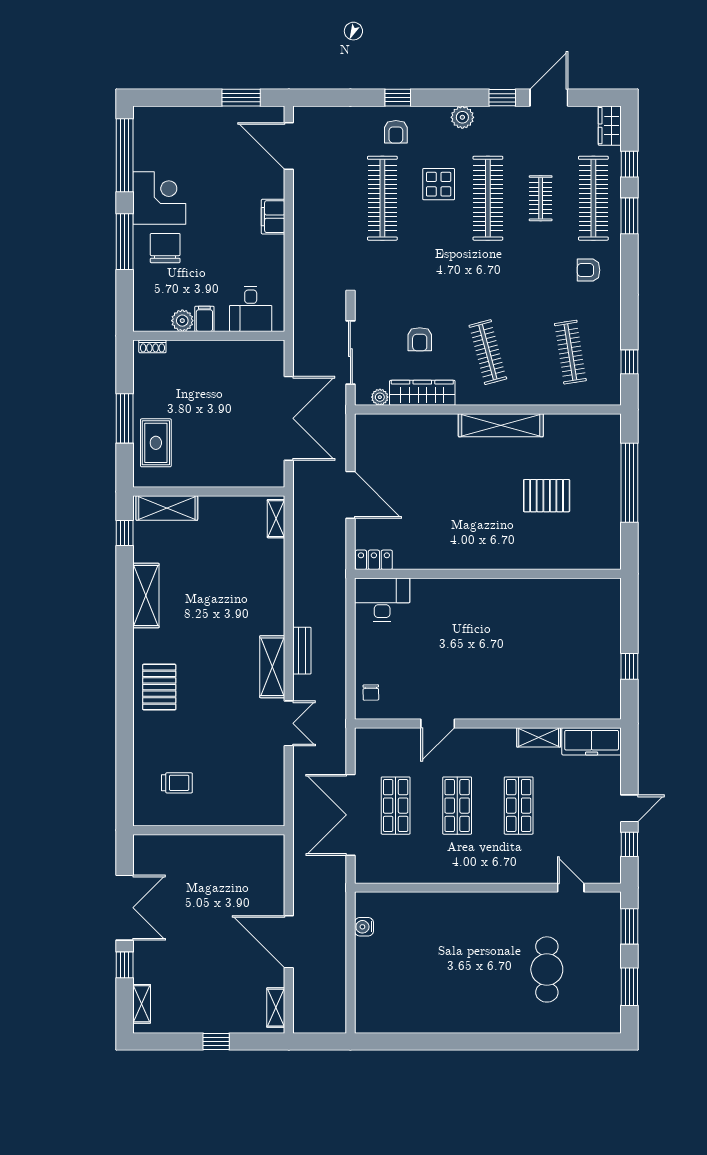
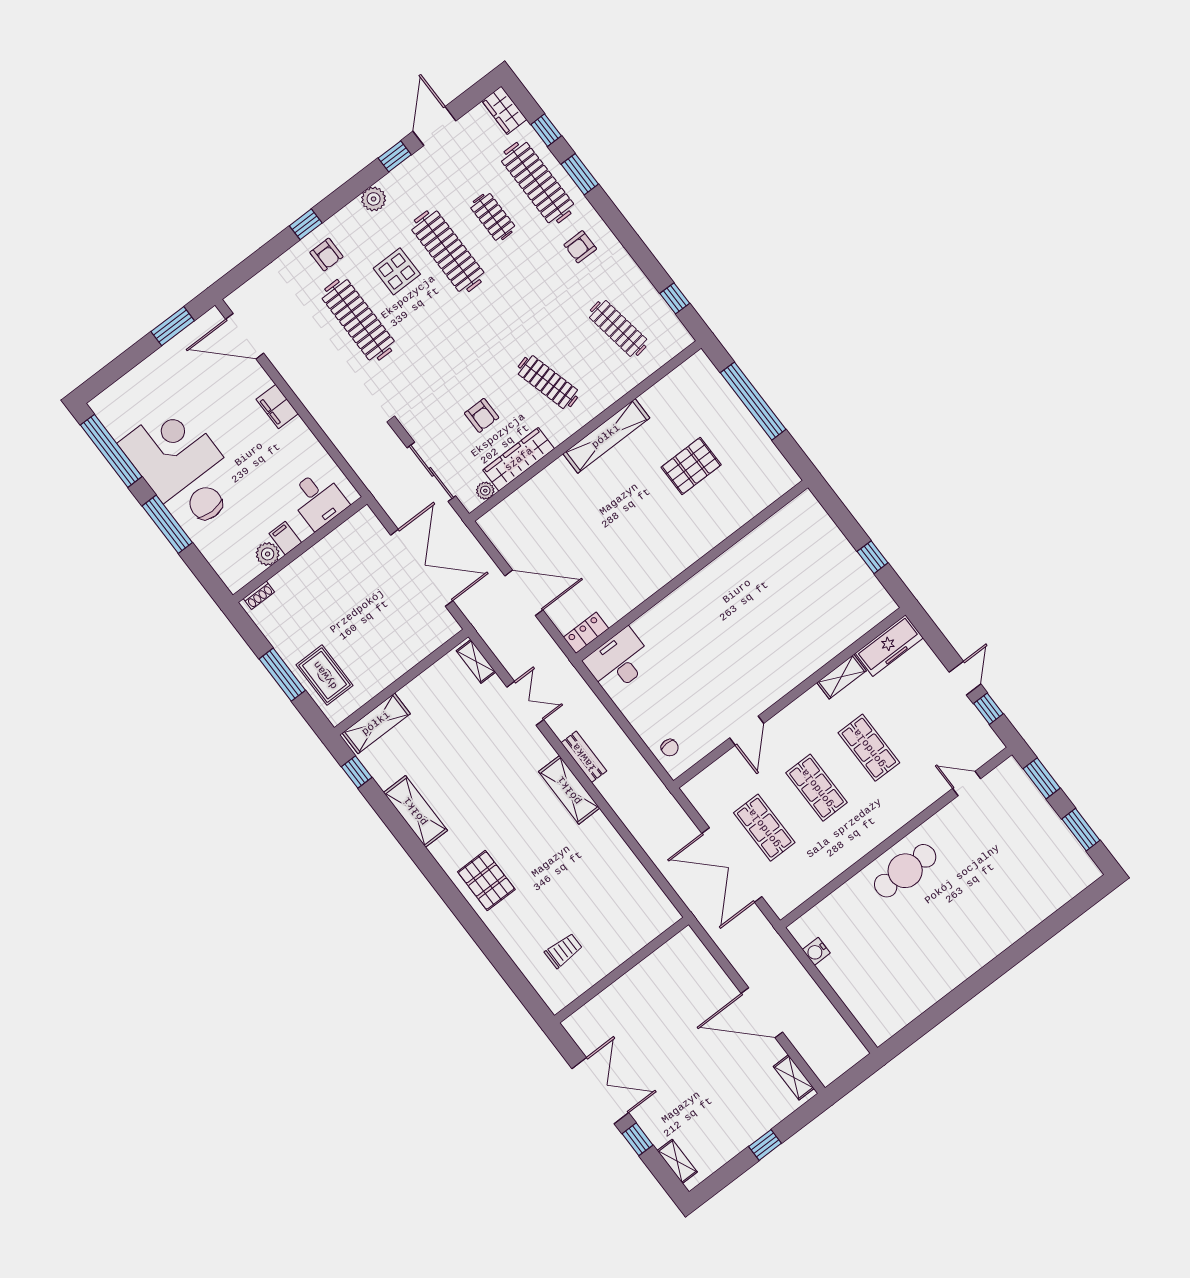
corner desk: (159, 198) -> (170, 450), width x1.36, depth x1.36
double door: (289, 723) -> (525, 703), moved
cafe table: (547, 969) -> (905, 871), moved, turned 90

